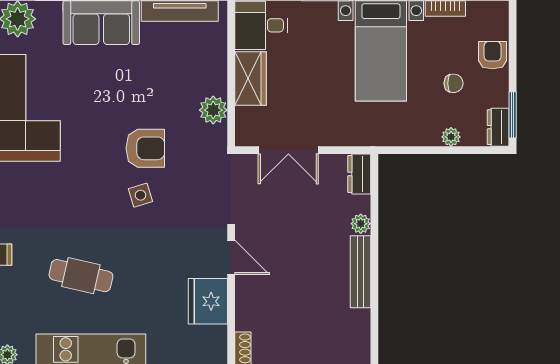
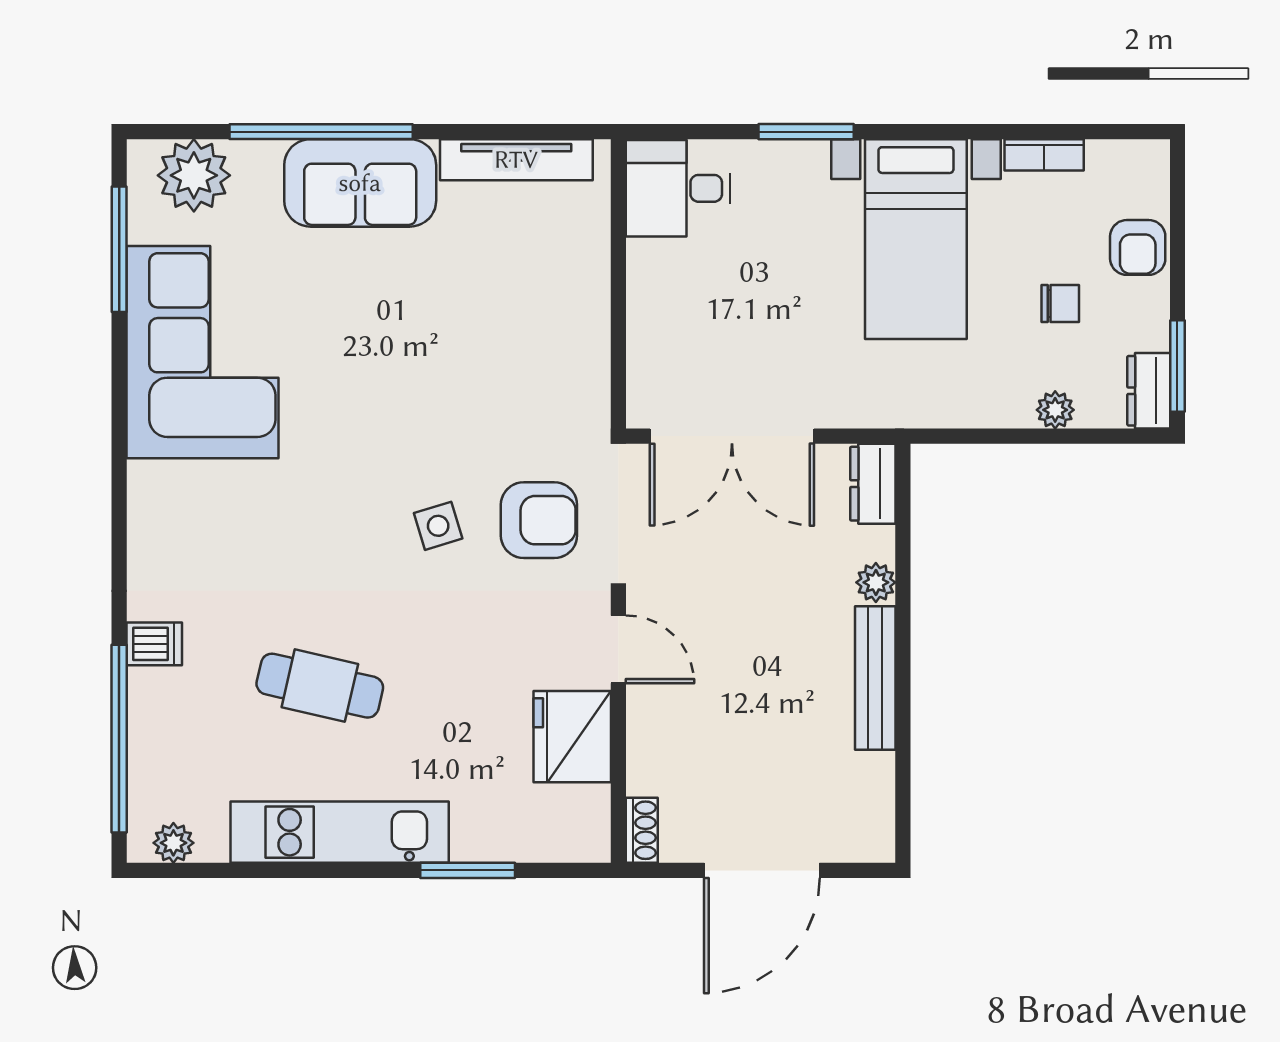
armchair: (493, 55) -> (1138, 247), turned 180
wardrobe: (251, 79) -> (657, 294), removed
plant: (213, 110) -> (583, 357), removed
armchair: (145, 148) -> (539, 520), moved
double door: (288, 150) -> (732, 436), width x1.37

